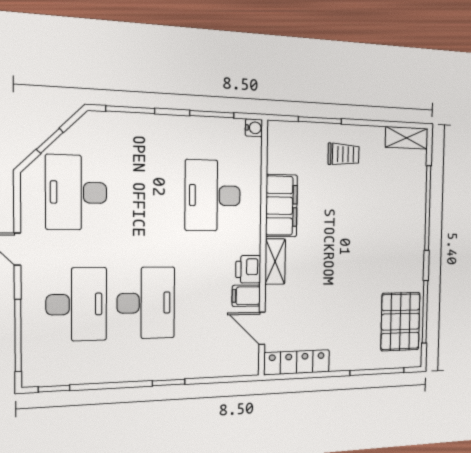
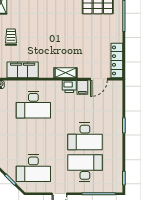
filing cabinet: (281, 206) -> (23, 70), moved
desk: (146, 303) -> (85, 136), turned 180

